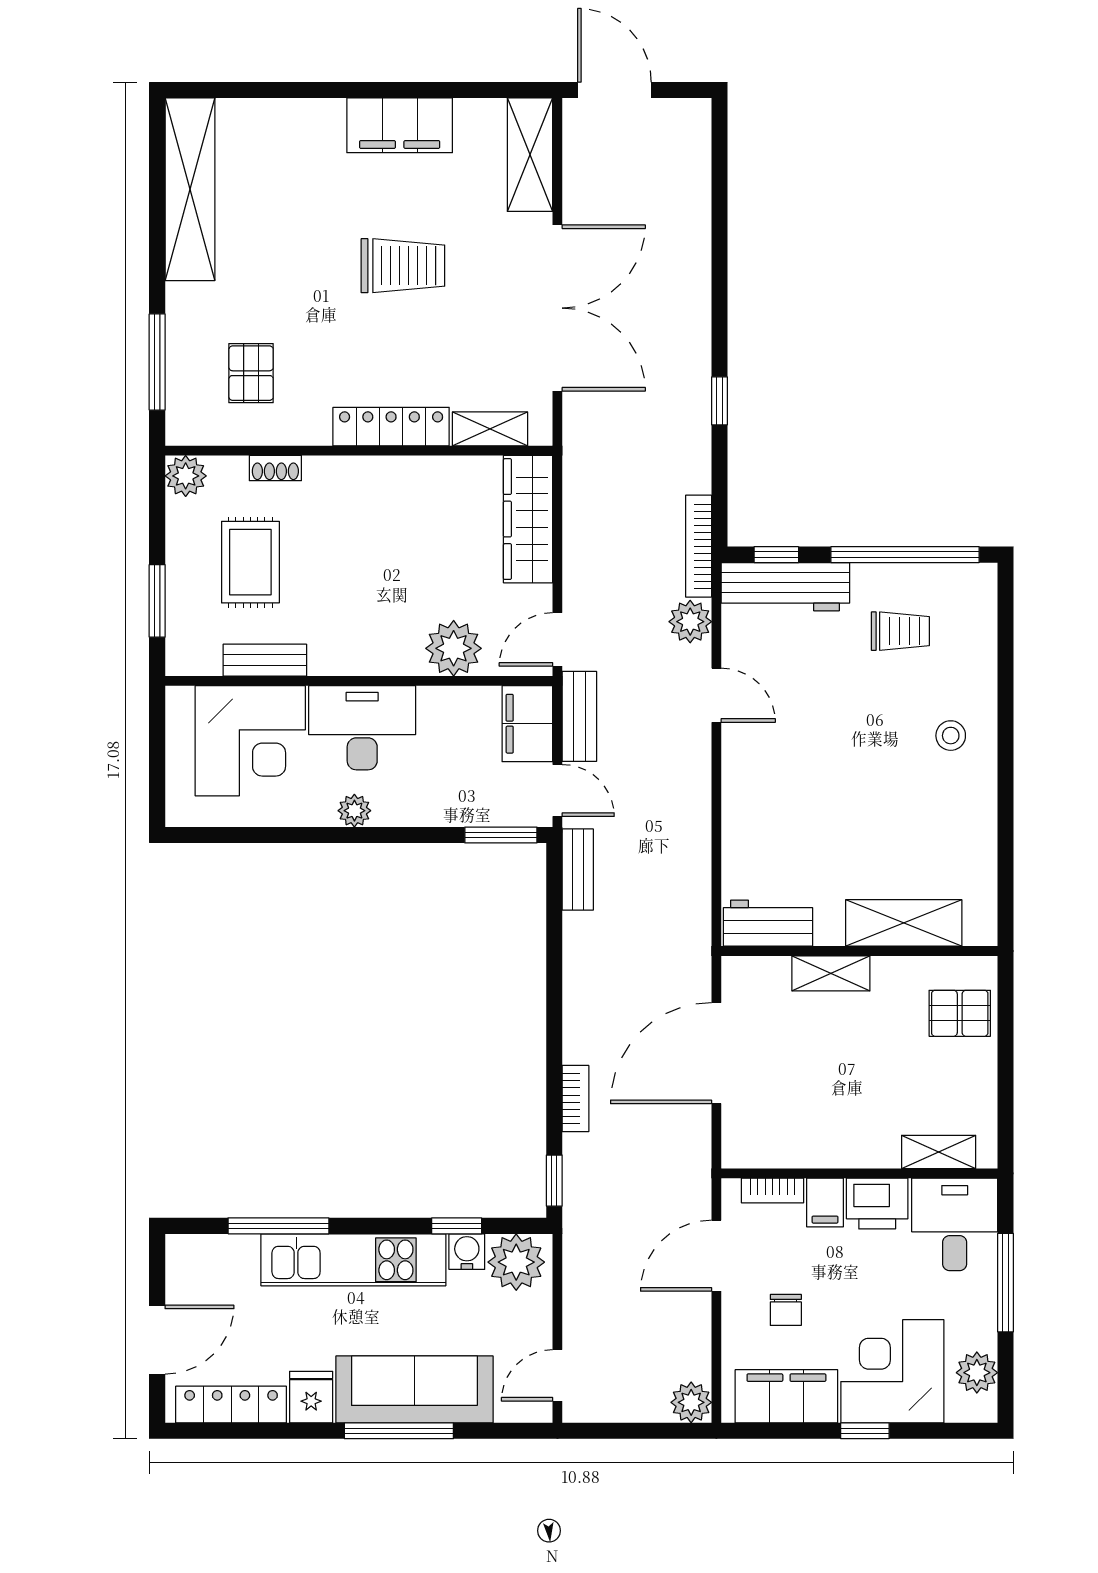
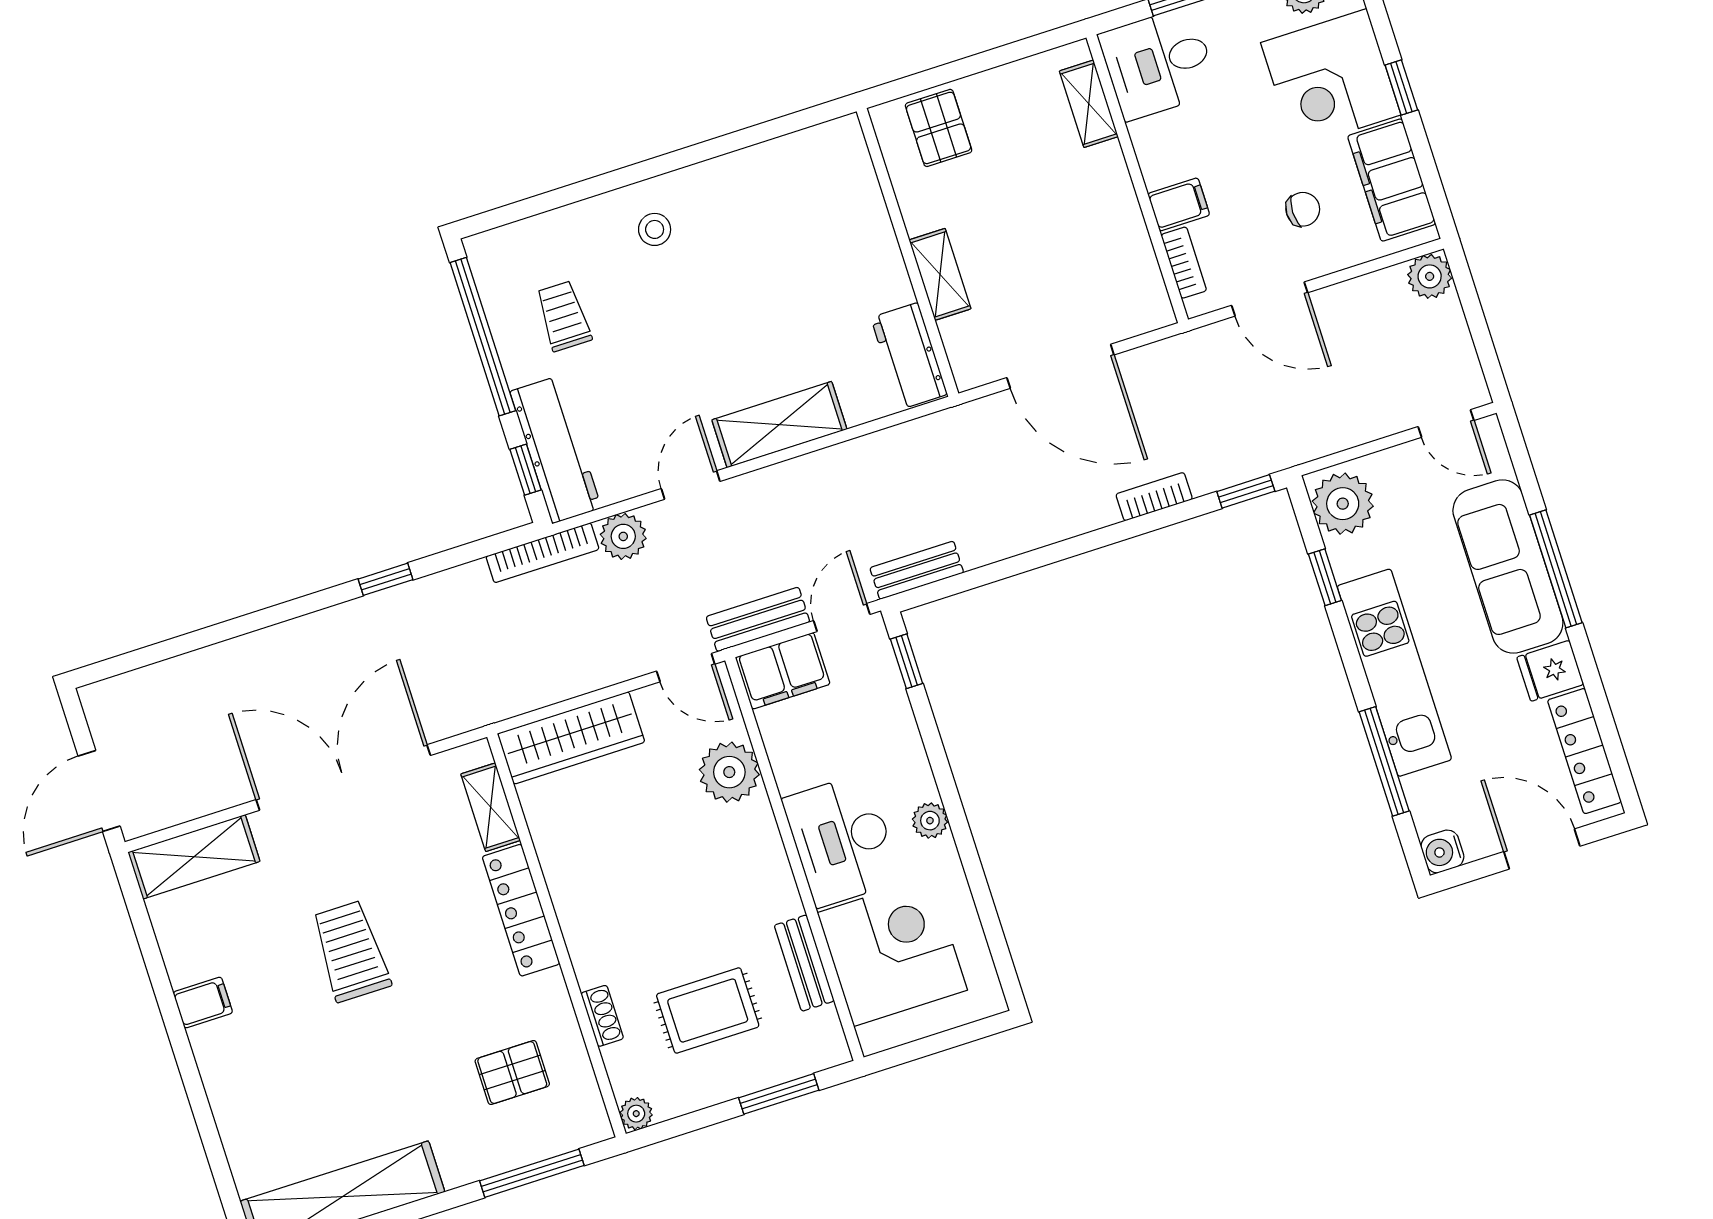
filing cabinet: (400, 125) -> (203, 1003), width x0.33, depth x0.86
plant: (186, 476) -> (636, 1114), width x0.73, depth x0.73
window: (501, 835) -> (907, 661), width x0.67
shelving: (904, 923) -> (779, 425), moved, turned 90
printer: (877, 1204) -> (1162, 150), removed
water cooler: (467, 1252) -> (1442, 851), moved

